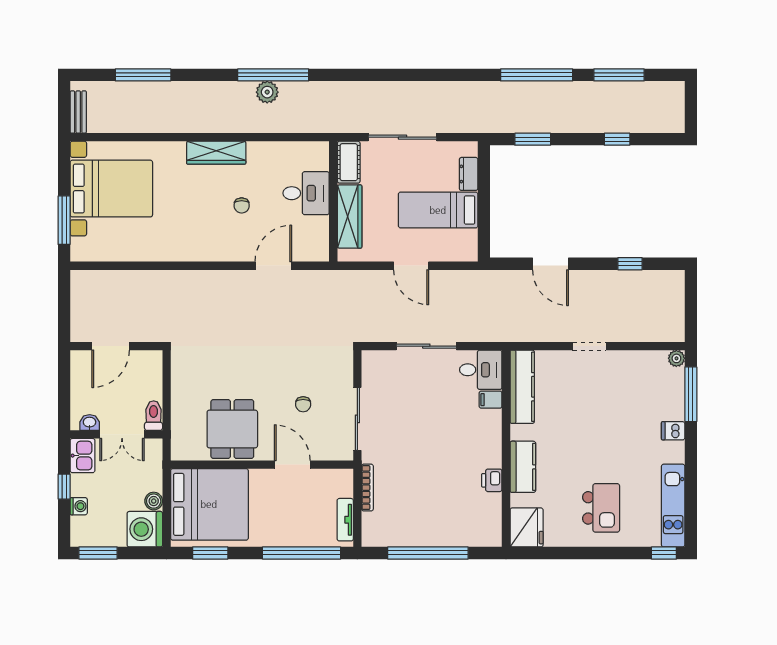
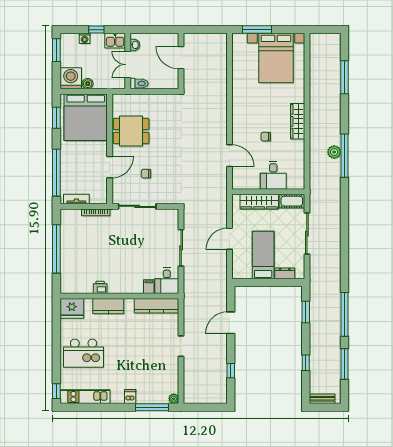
bench: (78, 112) -> (322, 399), moved
kitchen island: (601, 508) -> (84, 353), width x1.37, depth x1.28

